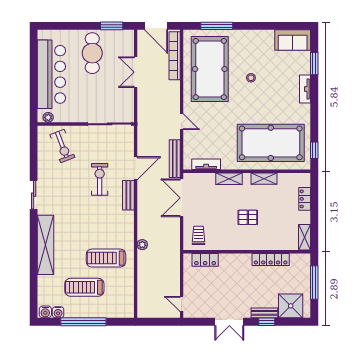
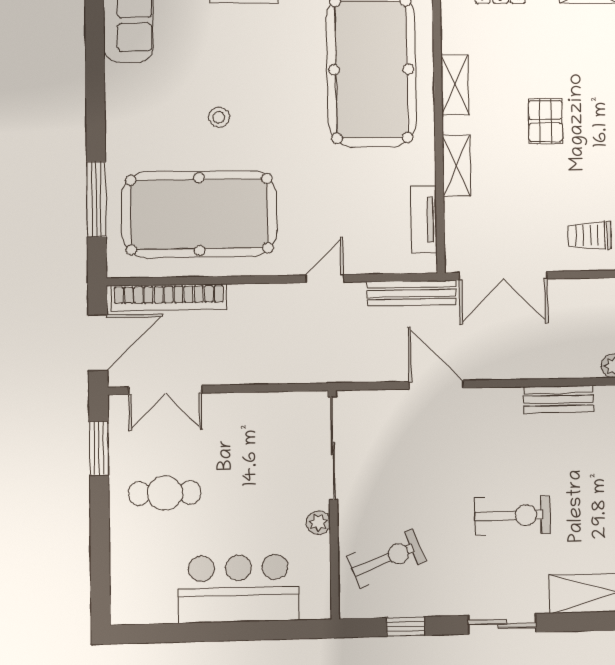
cafe table: (92, 53) -> (165, 493), width x0.73, depth x0.74
double door: (136, 72) -> (165, 390), moved
bar counter: (51, 74) -> (239, 588), width x0.73
plant: (48, 117) -> (318, 523), moved
window: (34, 154) -> (406, 627), added
exercise bike: (100, 179) -> (513, 515), moved, turned 180
bench: (128, 195) -> (558, 399), moved

